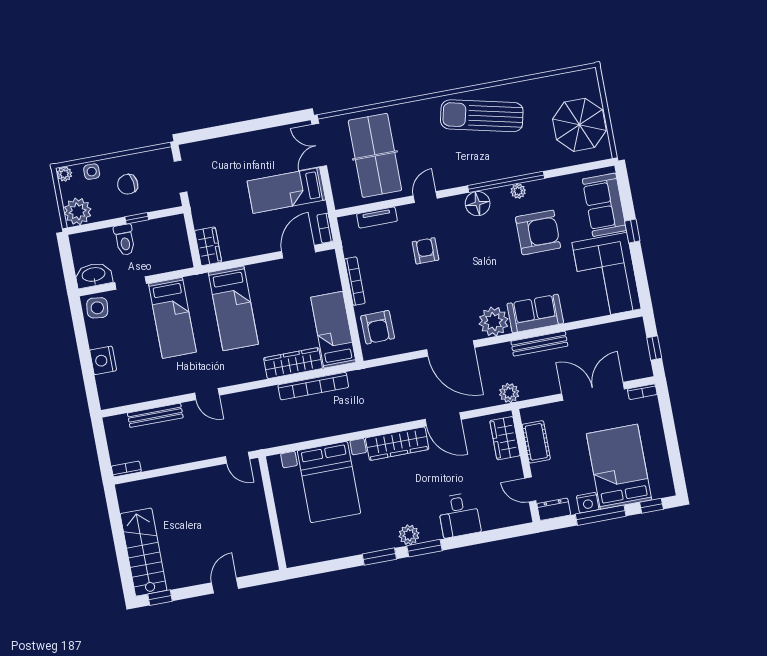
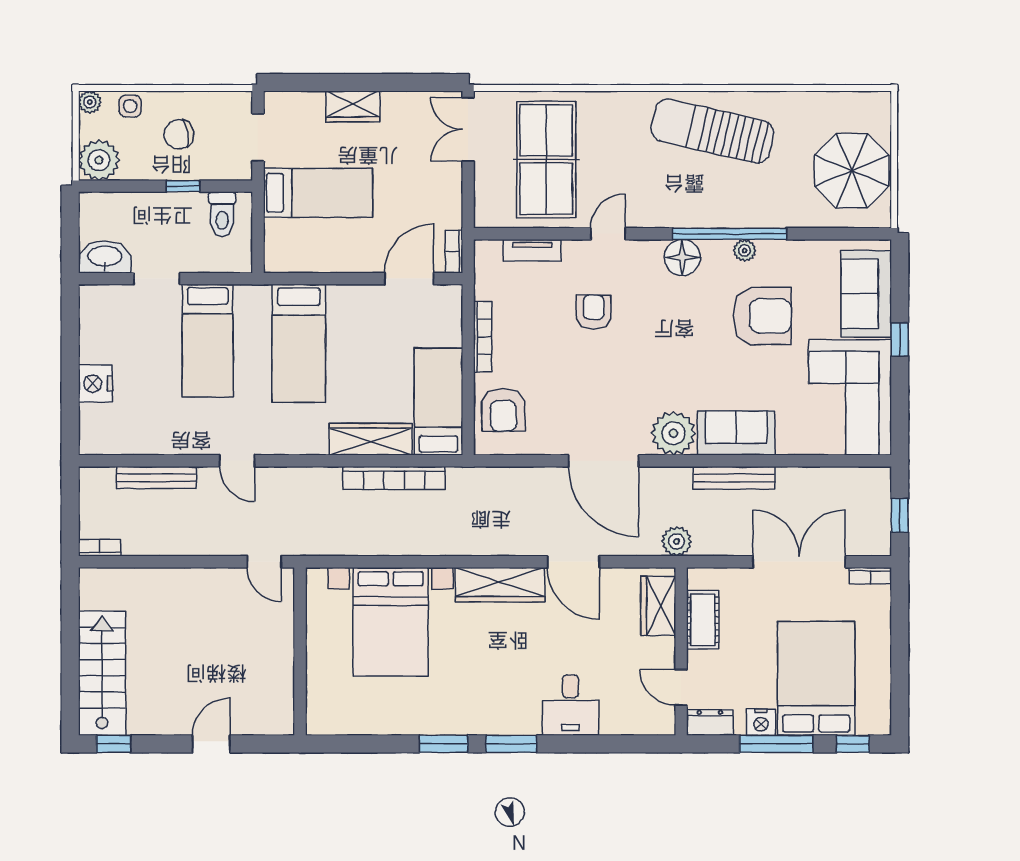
bed: (286, 190) -> (318, 193), moved, turned 180
toilet: (125, 240) -> (222, 214), moved
wardrobe: (208, 246) -> (353, 106), moved, turned 90
side table: (97, 308) -> (101, 306), removed
plant: (409, 535) -> (493, 720), removed

